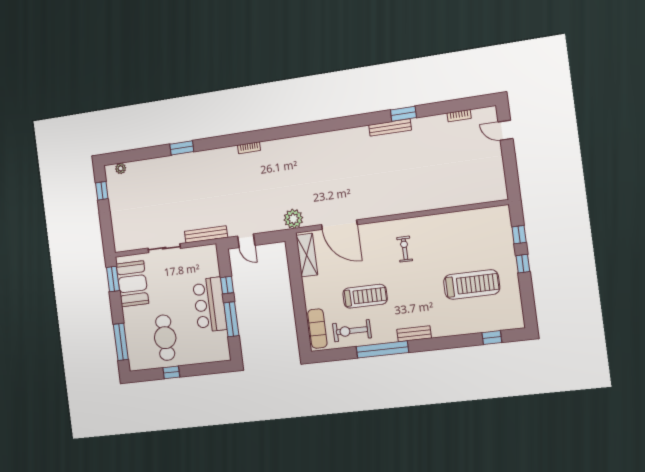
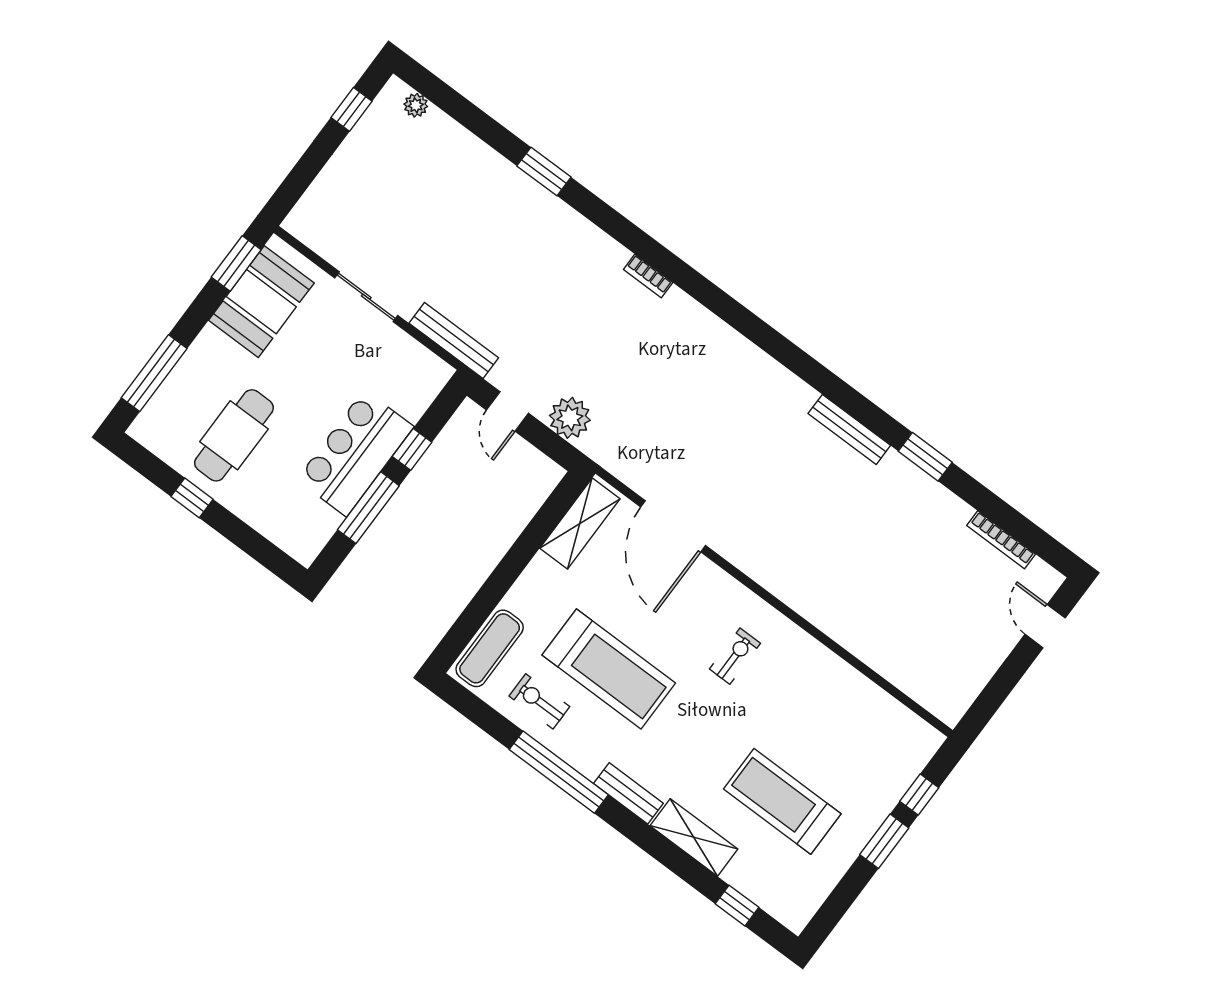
bookcase: (459, 116) -> (1001, 540), width x1.56
bench: (390, 127) -> (849, 429), moved
plant: (293, 219) -> (570, 418), moved
window: (523, 264) -> (884, 841), width x1.50
treadmill: (472, 284) -> (782, 801), turned 180
treadmill: (365, 296) -> (609, 669), width x1.37, depth x1.38
shelving: (452, 328) -> (694, 837), added
exercise bike: (352, 331) -> (539, 701), width x0.73, depth x0.72

